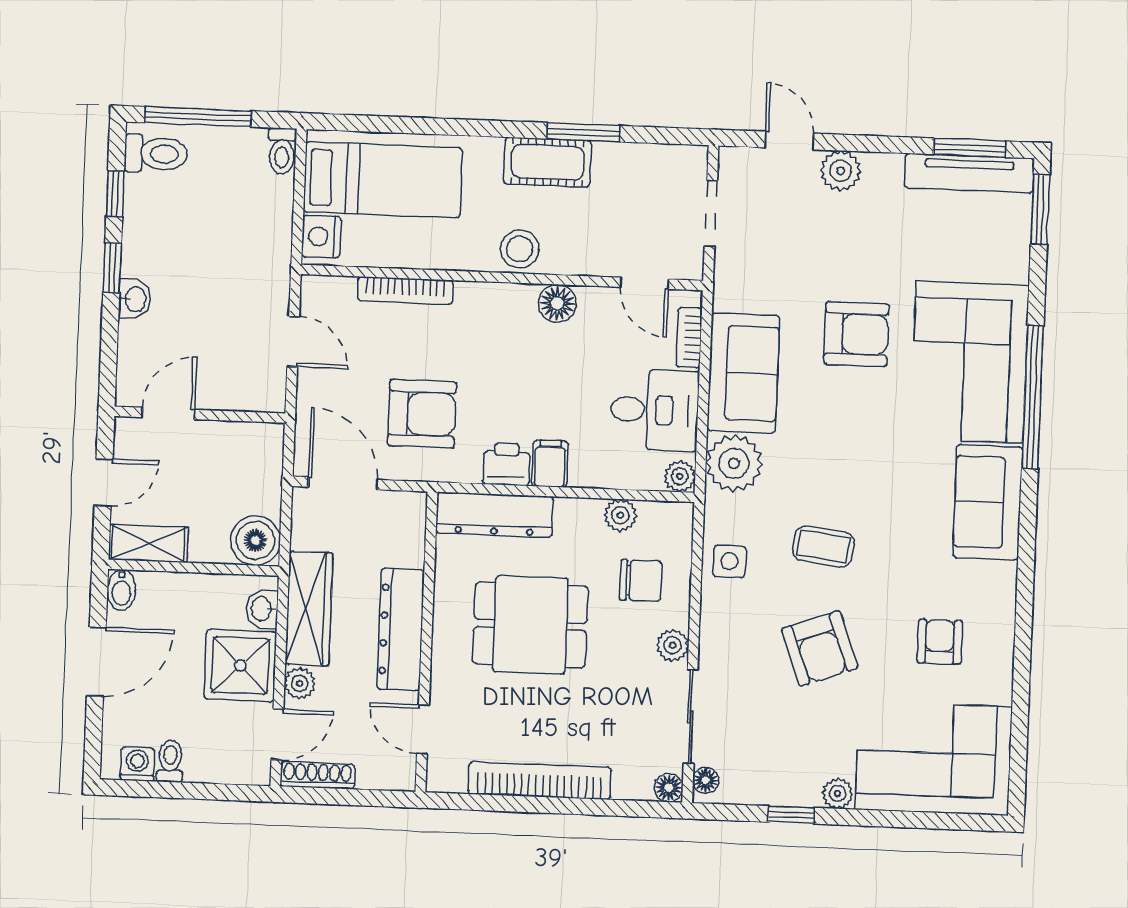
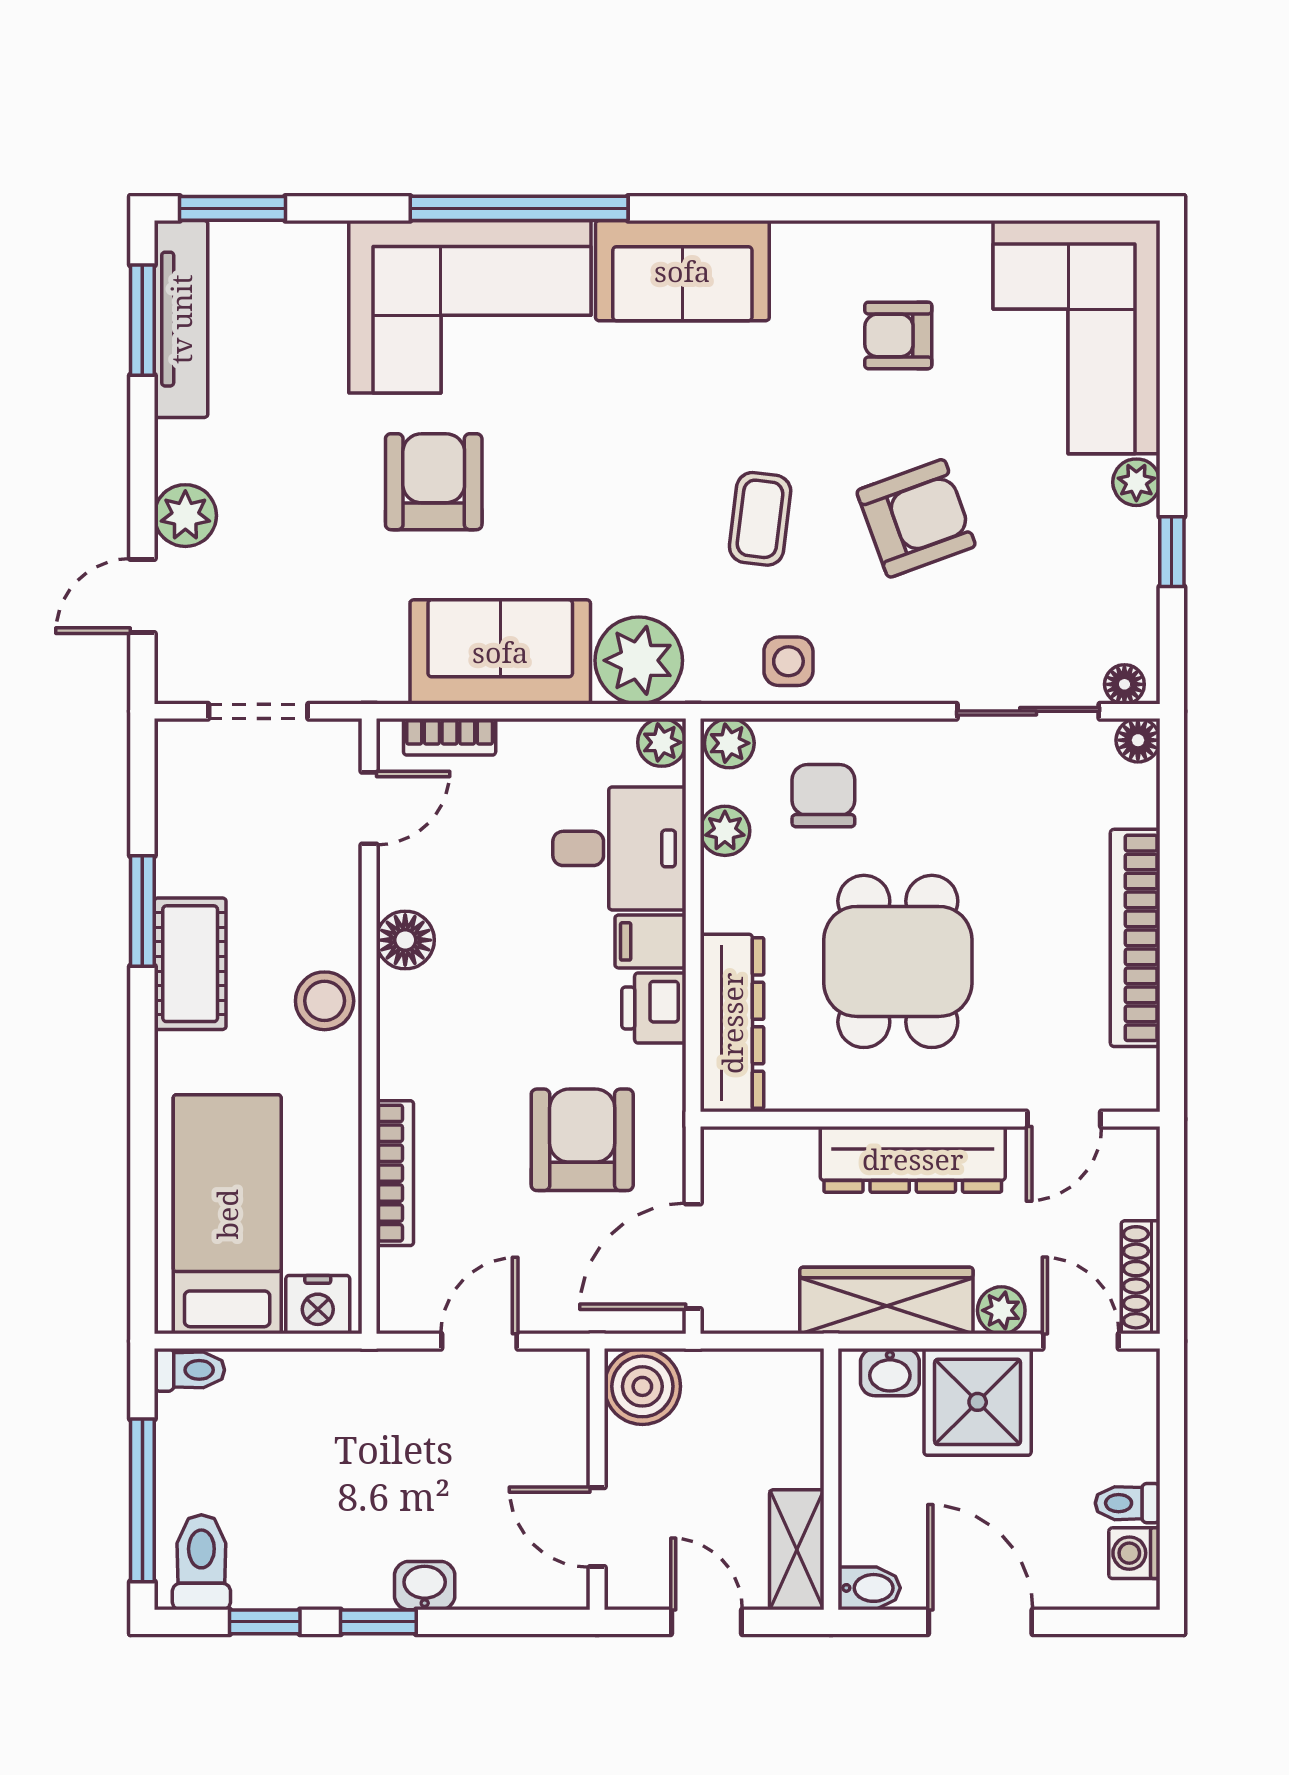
desk: (655, 410) -> (619, 848), moved, turned 90
boiler: (255, 540) -> (642, 1386), moved
plant: (673, 645) -> (729, 743), moved

